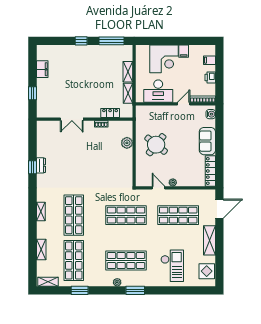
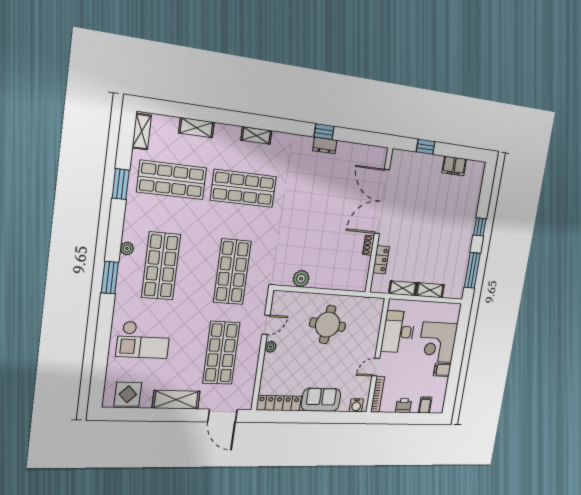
door: (184, 104) -> (376, 367), swing flipped
double door: (72, 119) -> (382, 202), width x1.87
plant: (127, 143) -> (301, 279), moved
round table: (156, 145) -> (328, 325), turned -34

